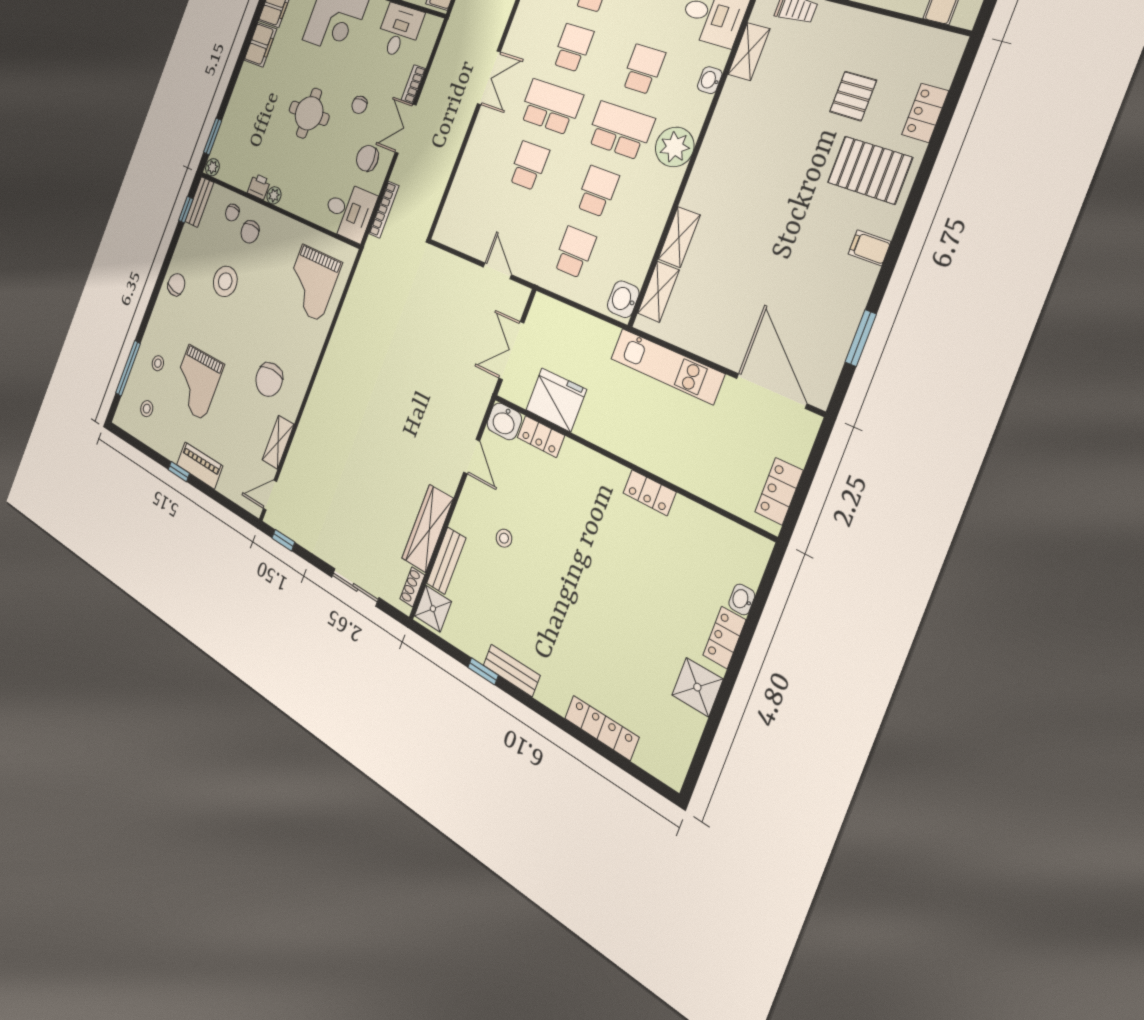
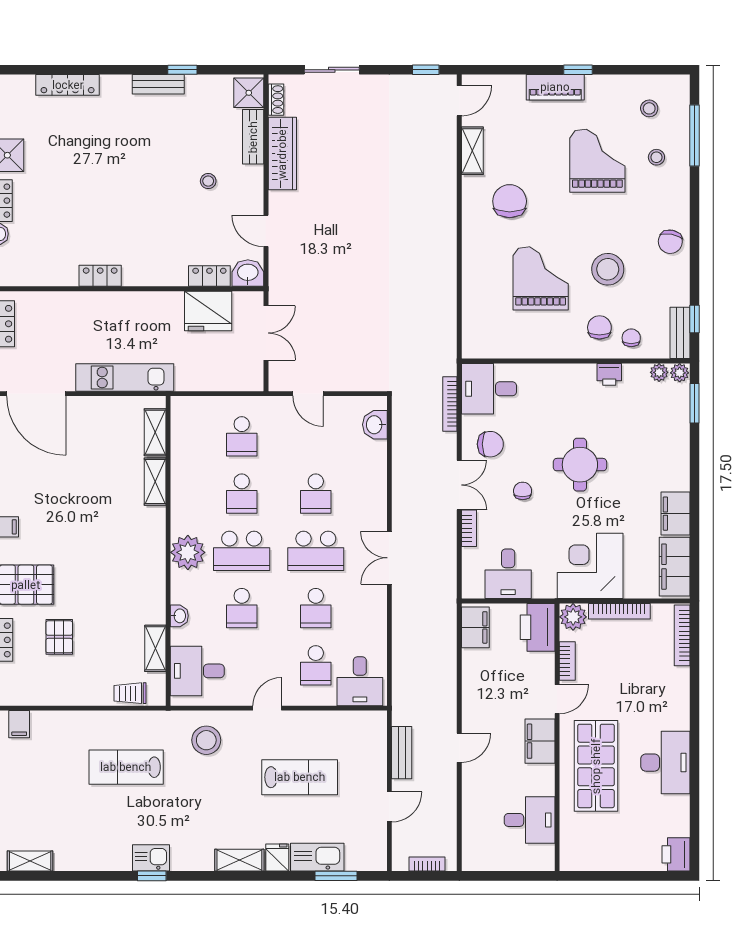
plant: (274, 195) -> (659, 372), moved
grand piano: (312, 283) -> (541, 278), moved
washbasin: (623, 299) -> (375, 425), moved, turned 180

